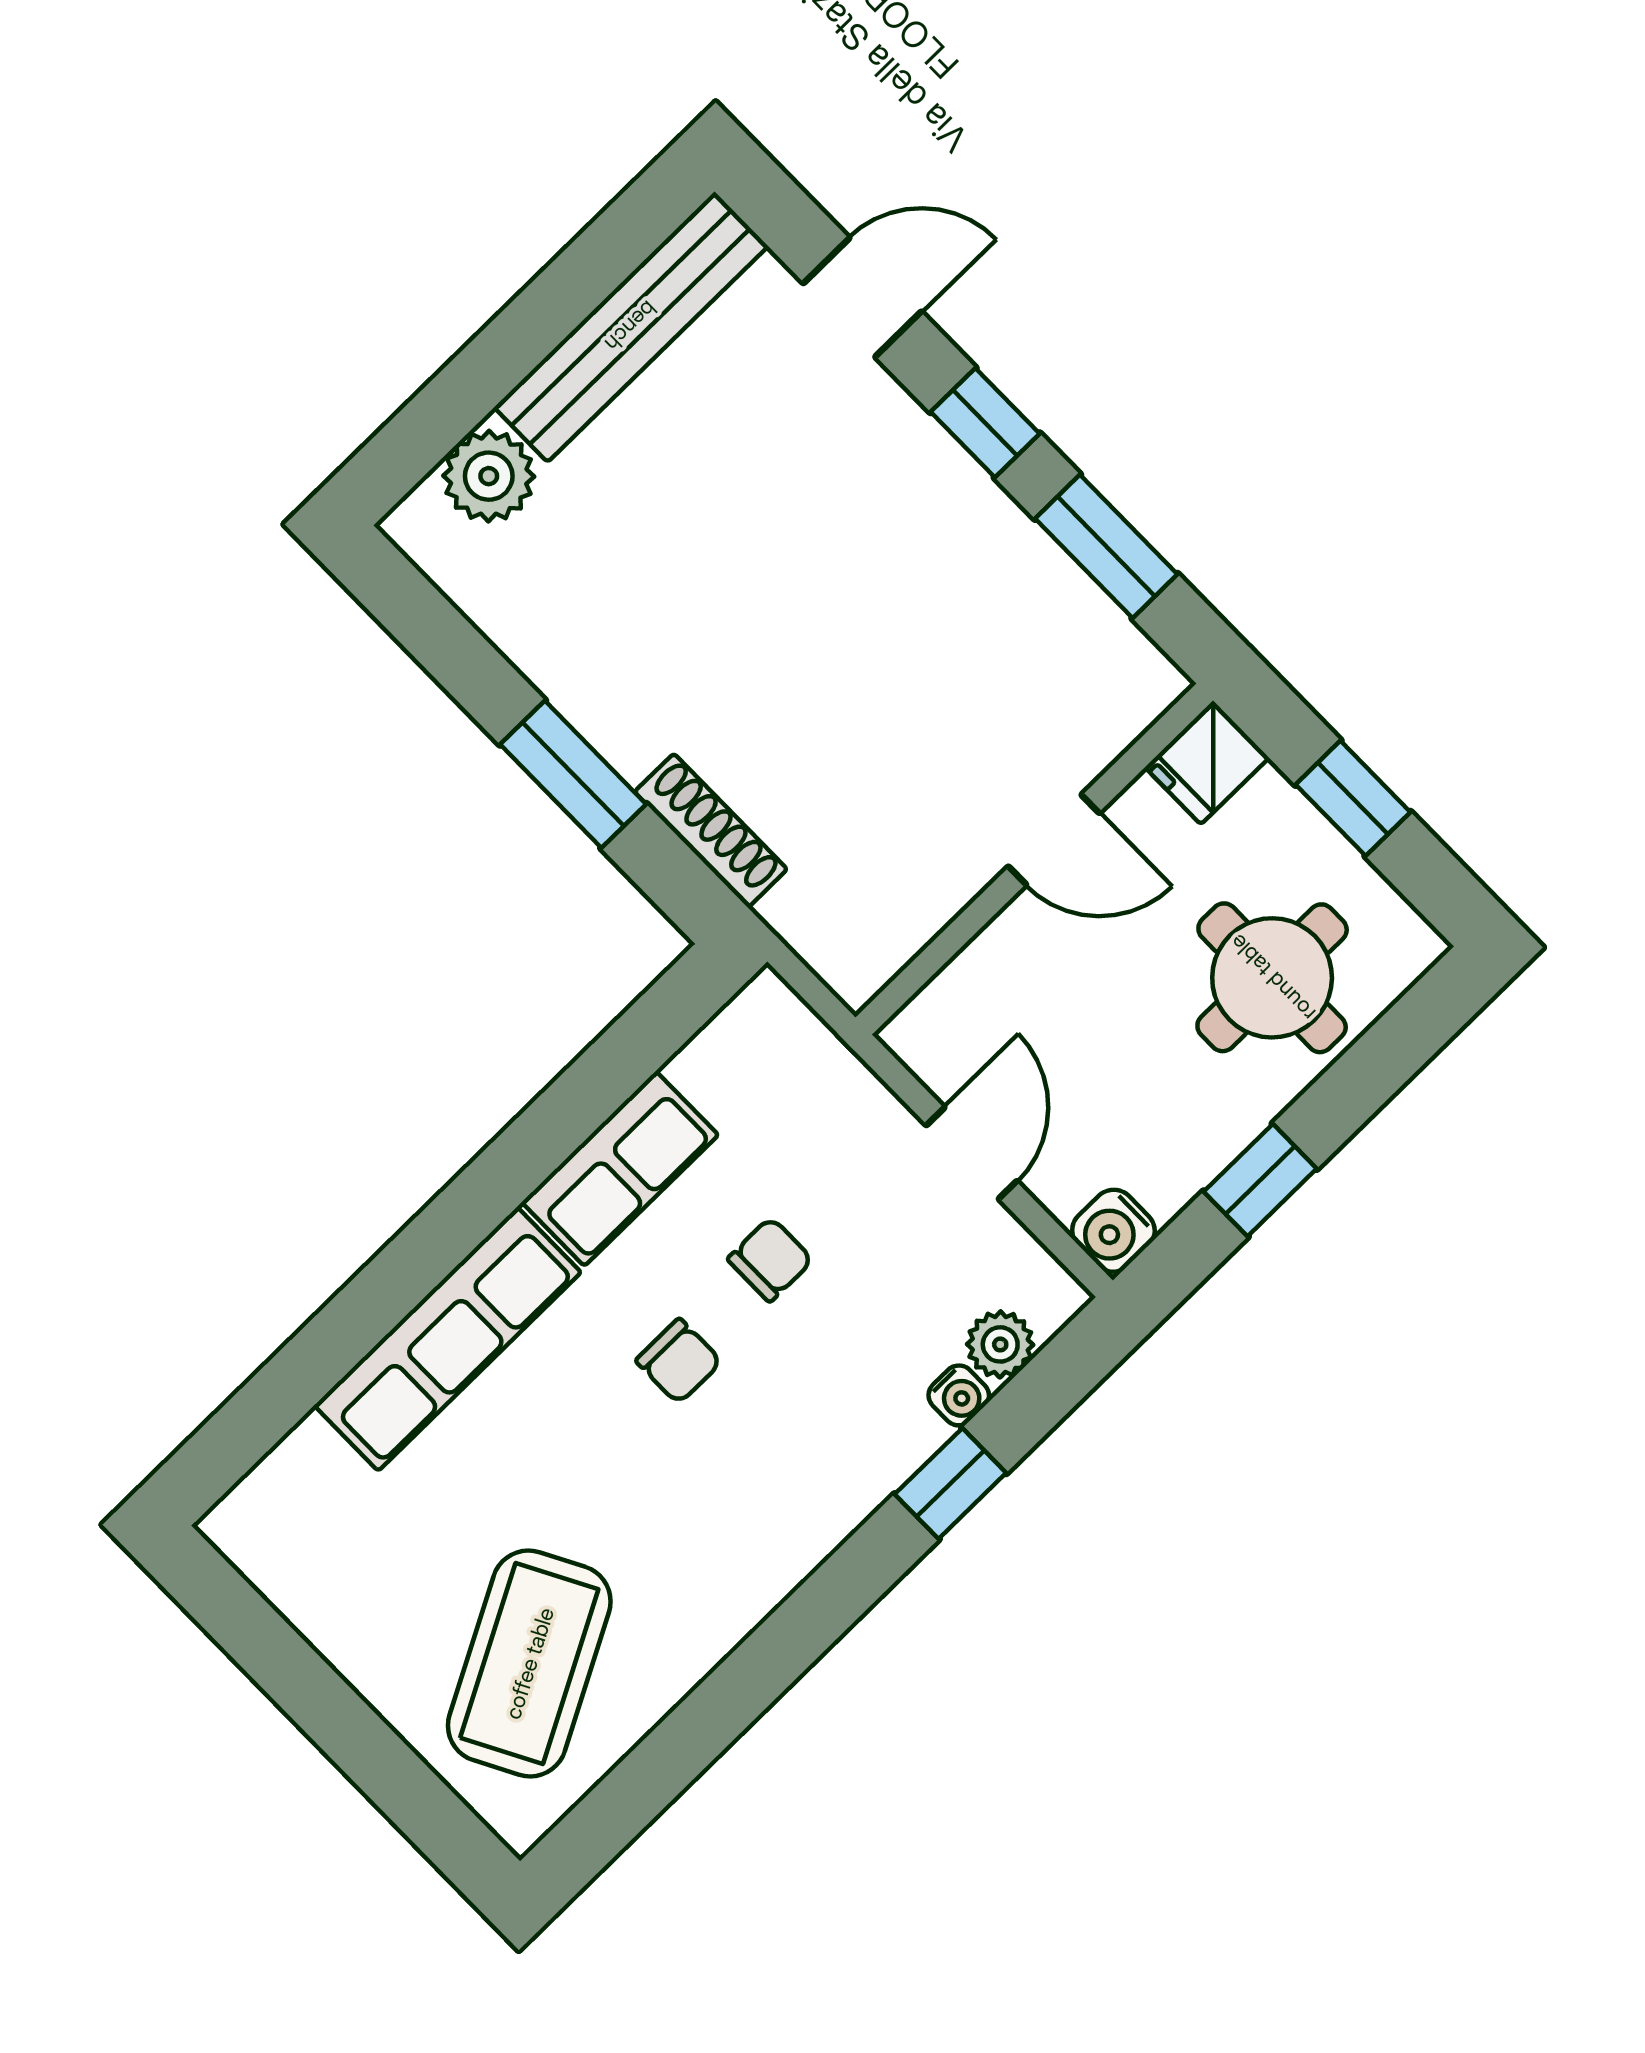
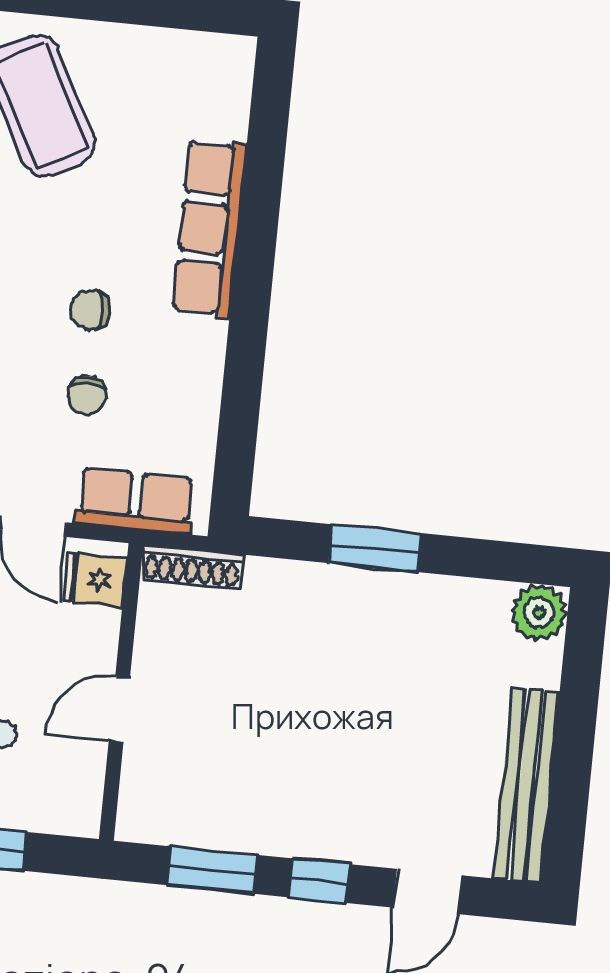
plant: (489, 476) -> (539, 613), moved
fridge: (1207, 762) -> (95, 580), moved, turned -90
shoe rack: (711, 831) -> (192, 567), moved
row of seats: (620, 1169) -> (135, 501), moved, turned 90

